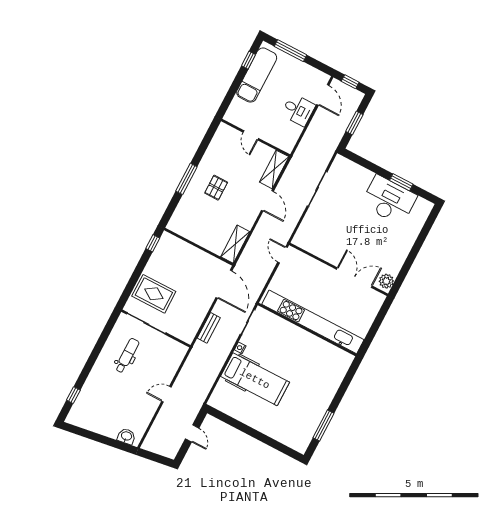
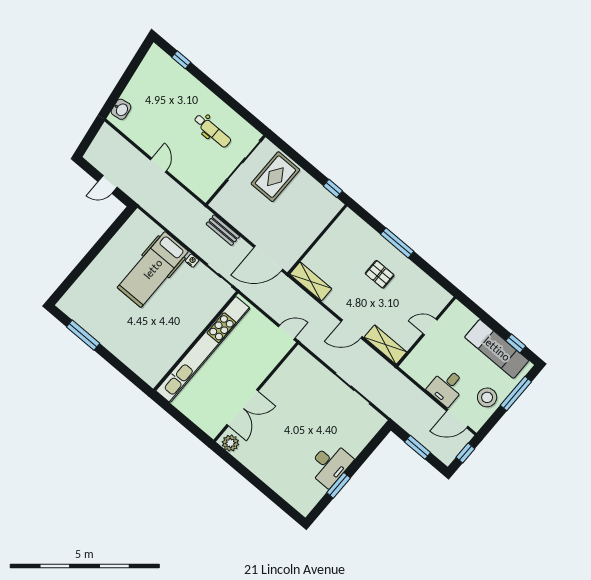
stool: (299, 74) -> (487, 397), added
desk: (389, 200) -> (330, 464), width x0.73, depth x0.77

